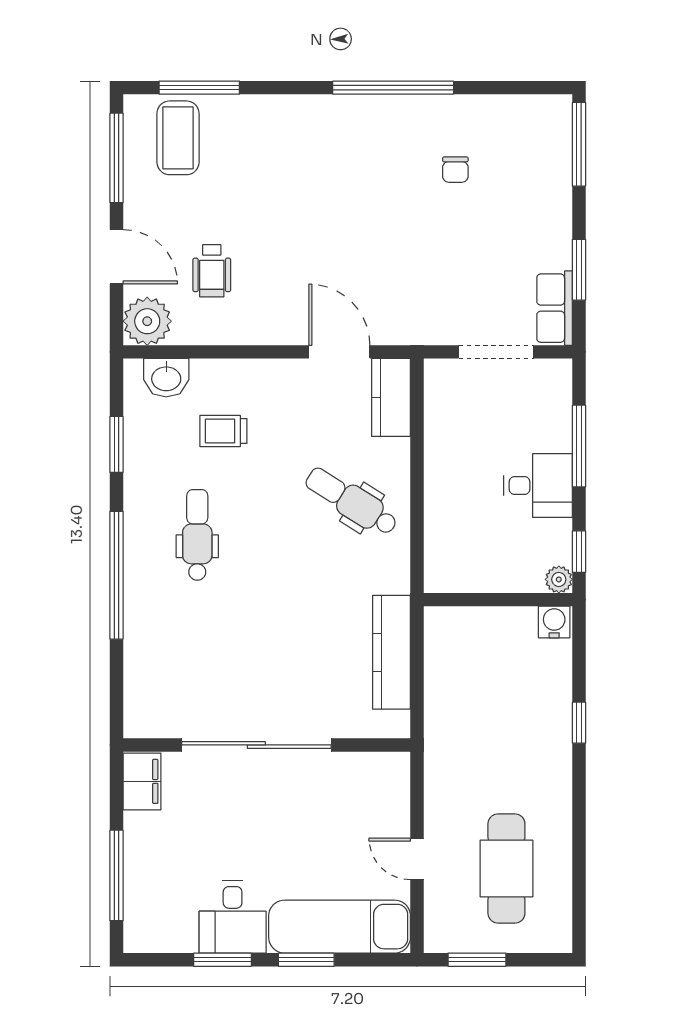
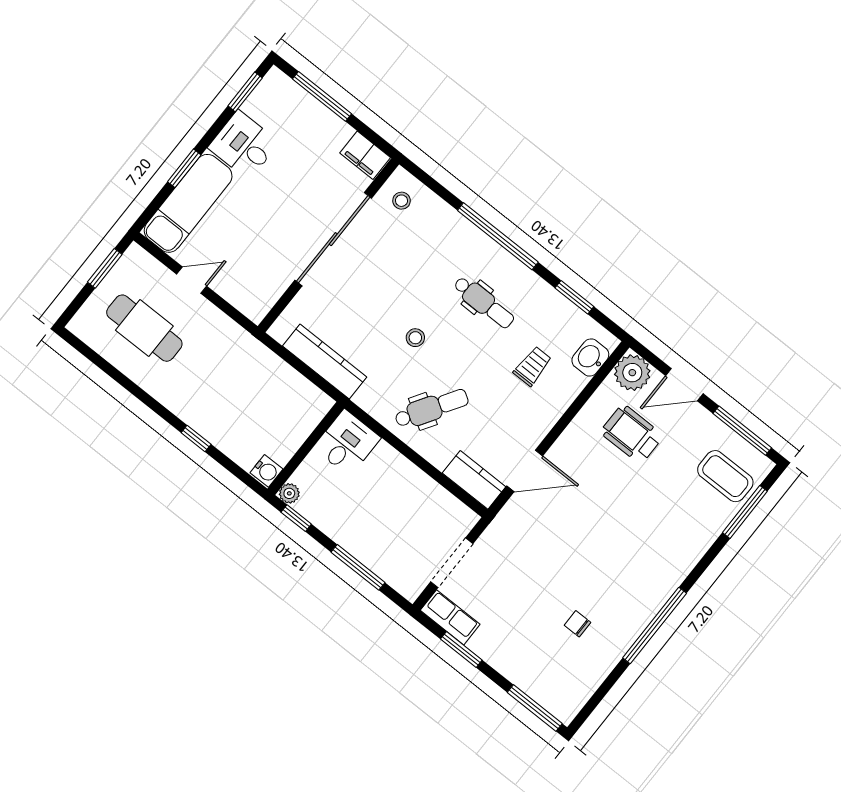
wheelchair: (212, 271) -> (632, 434), width x1.36, depth x1.37
desk: (538, 486) -> (347, 443), moved, turned 180
stool: (291, 577) -> (415, 338), added
stool: (159, 706) -> (401, 201), added
window: (222, 960) -> (245, 92), moved

